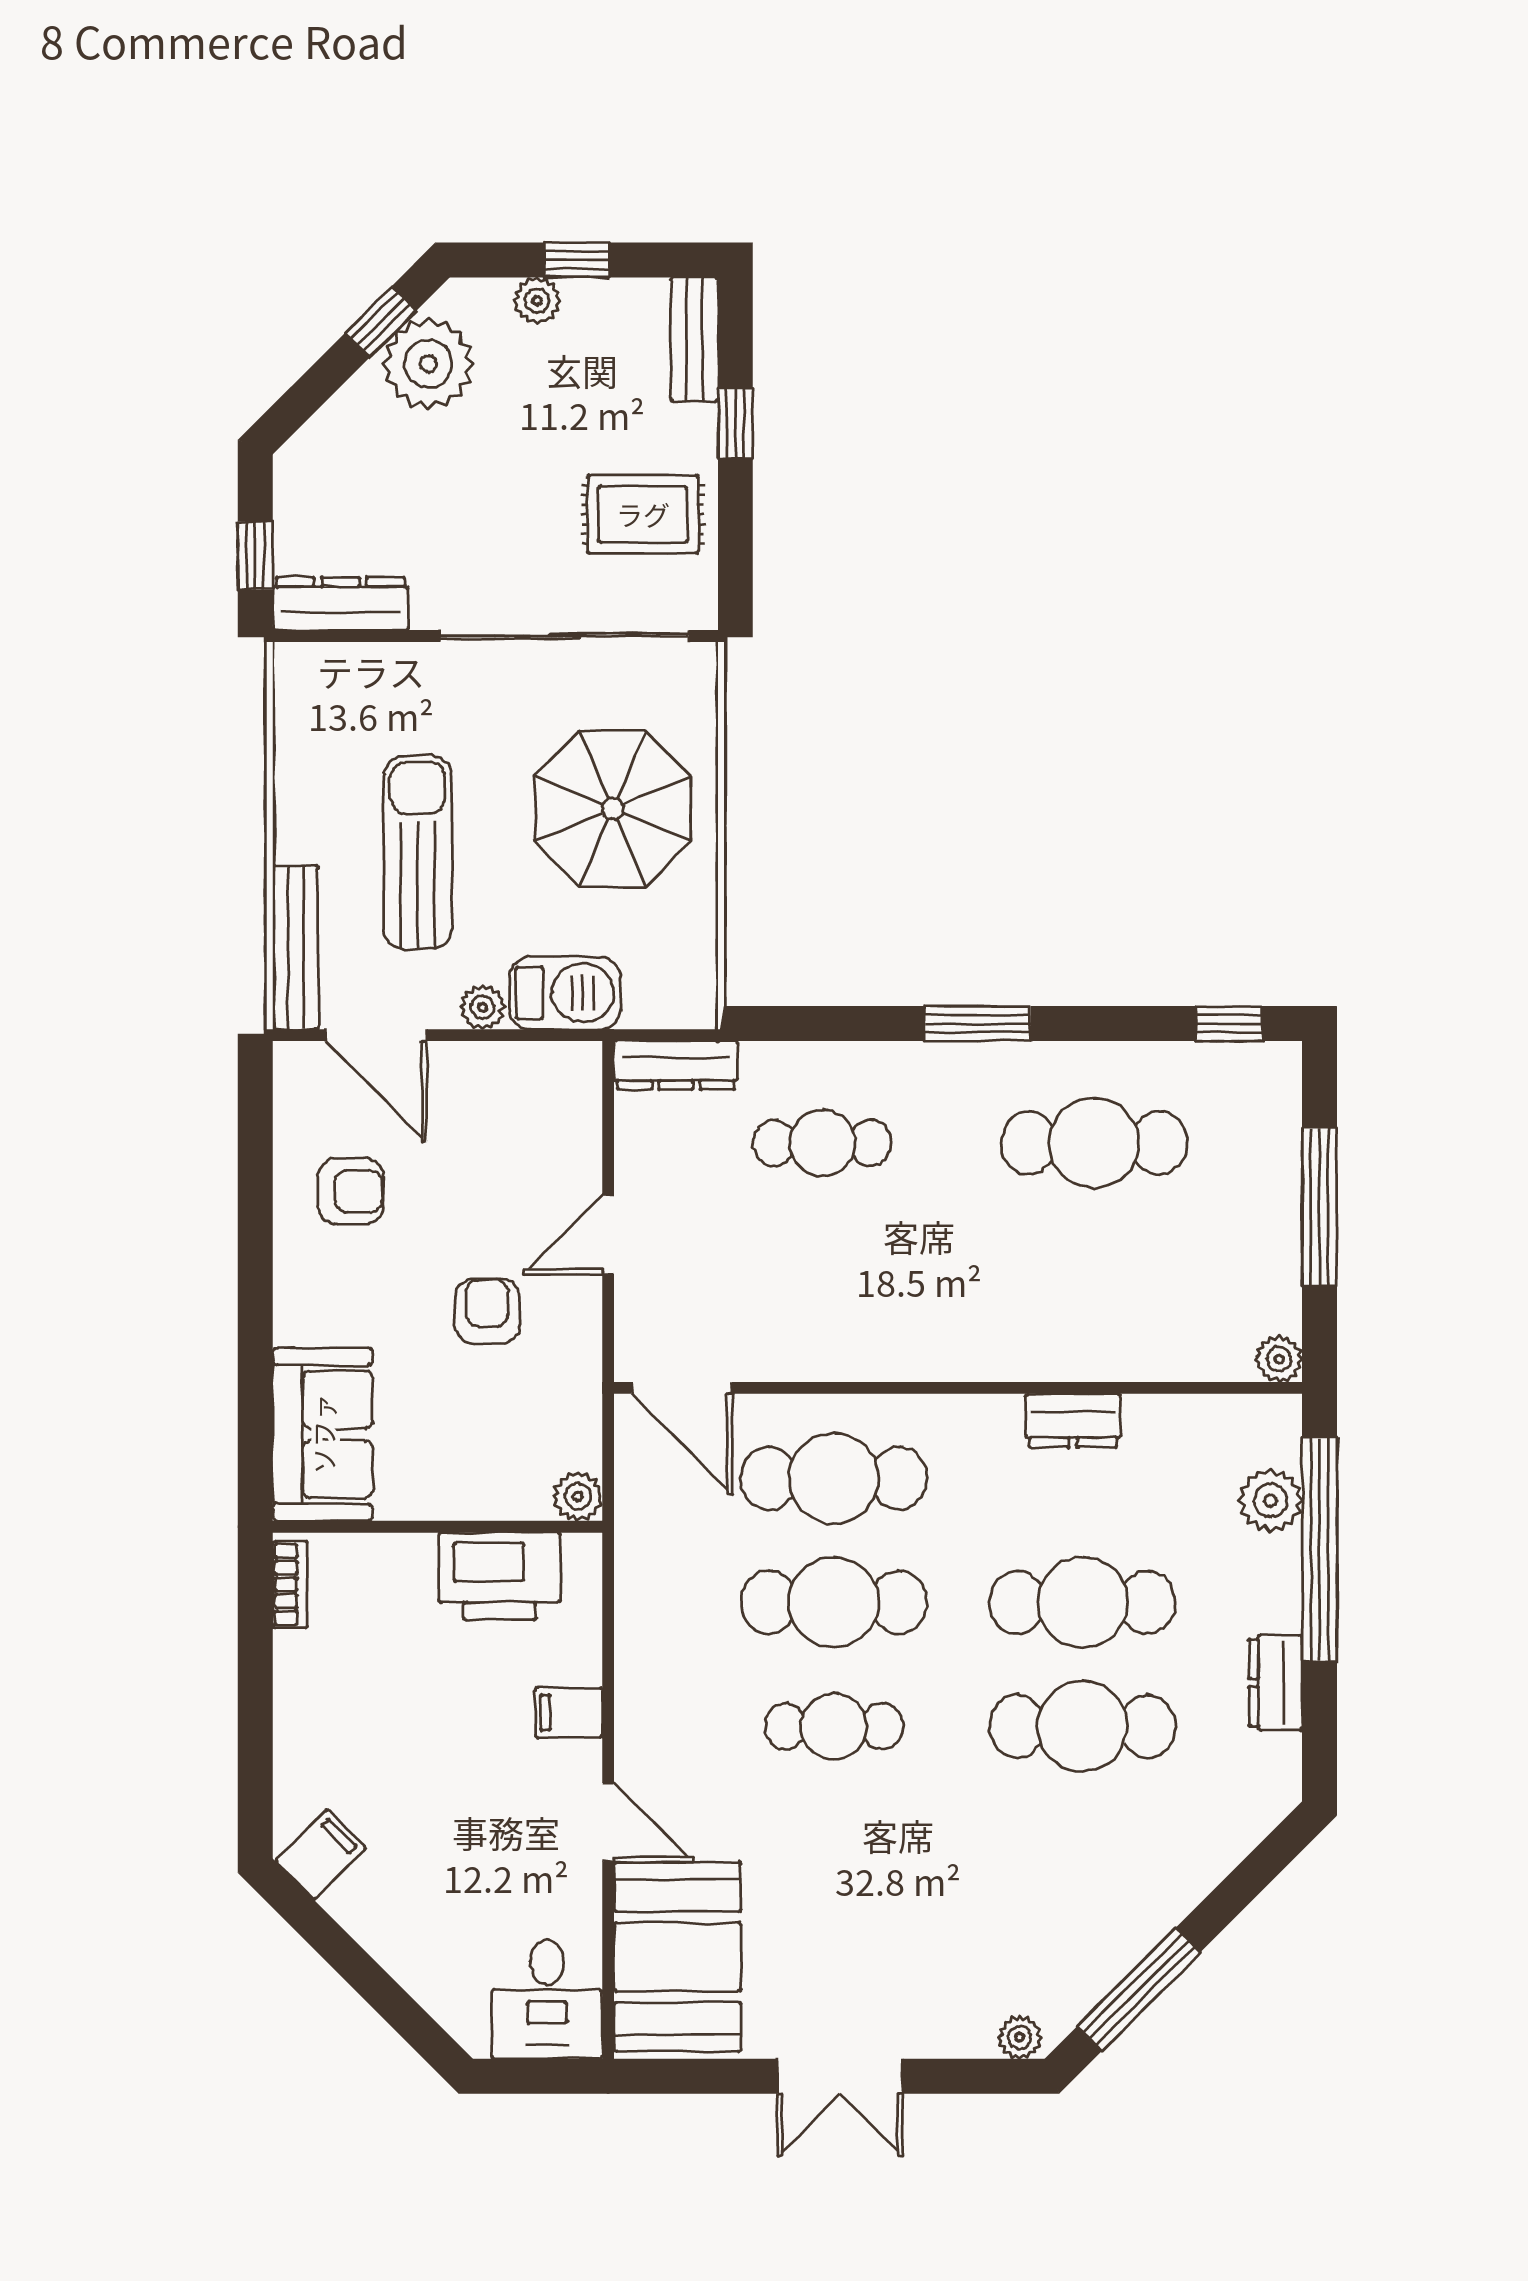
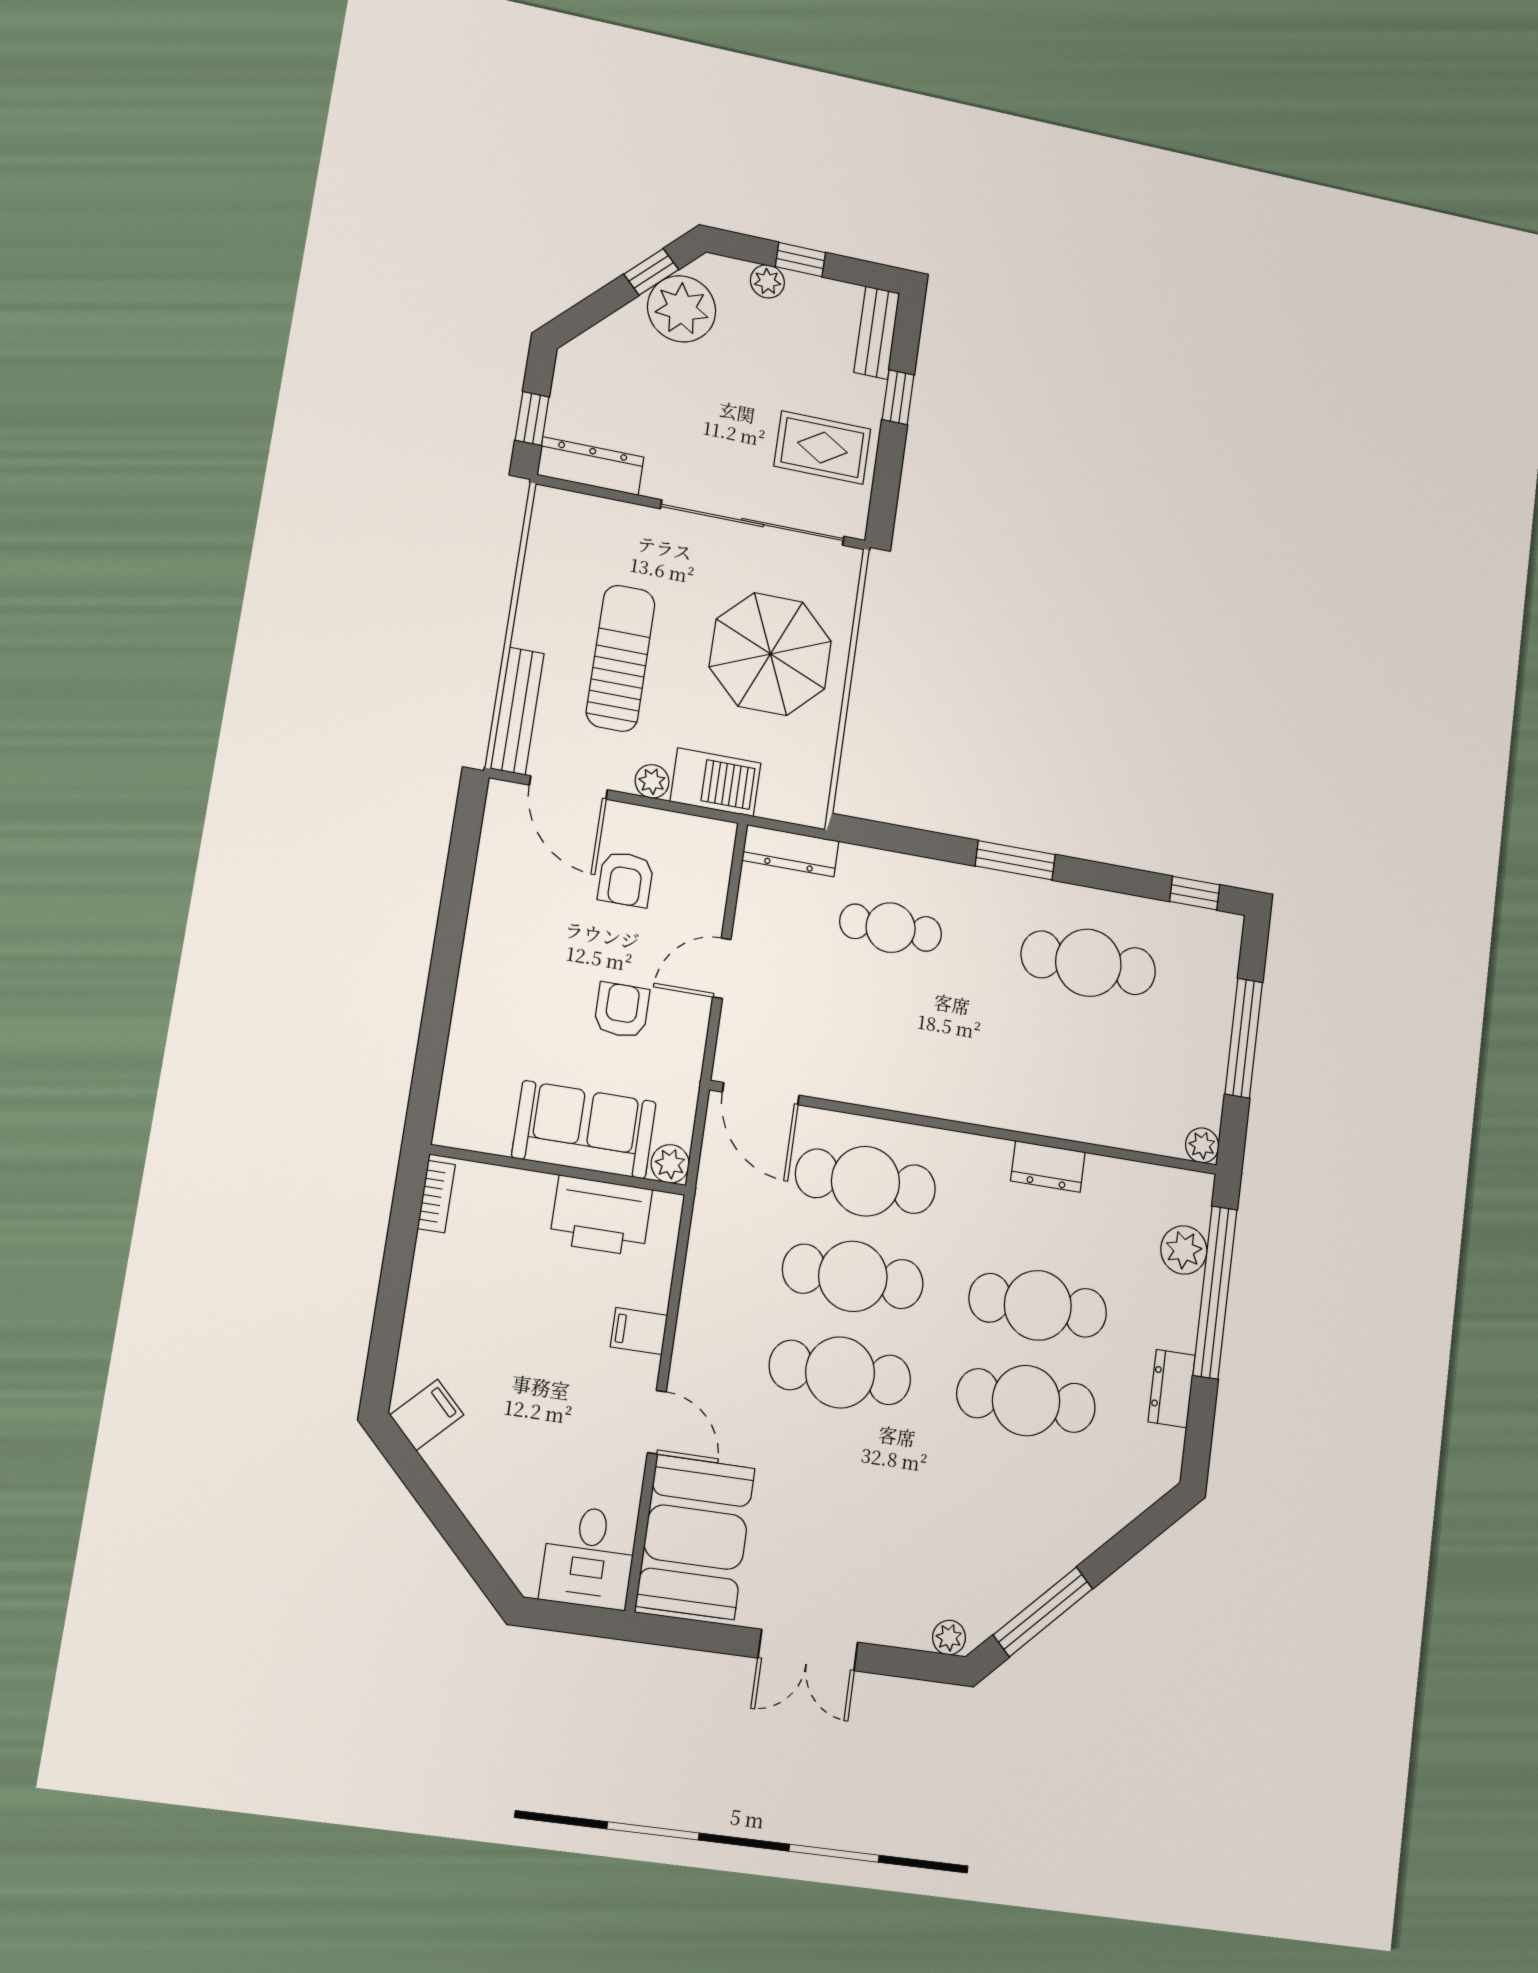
armchair: (351, 1191) -> (626, 879), moved, turned 90
sofa: (323, 1434) -> (584, 1130), moved, turned -90
cafe table: (834, 1726) -> (840, 1372), width x1.37, depth x1.35

